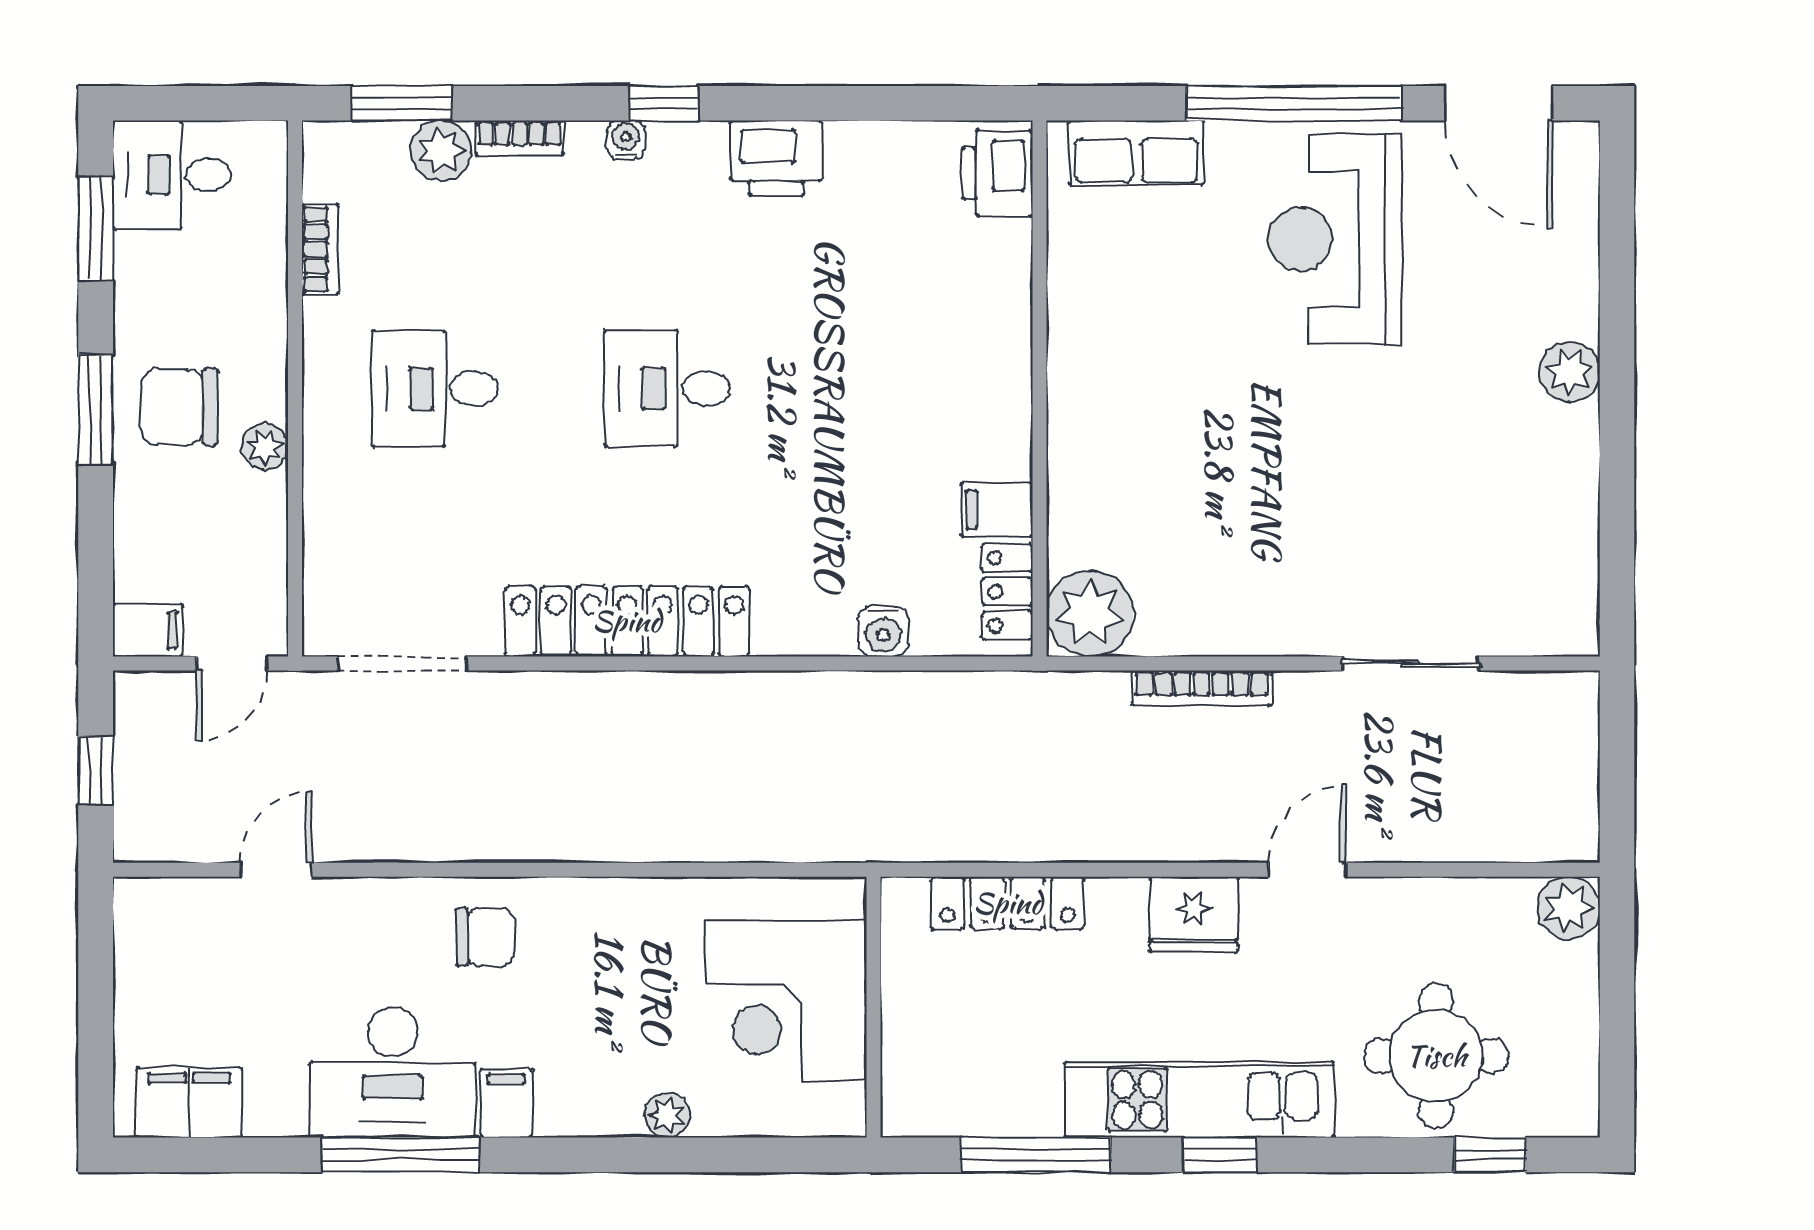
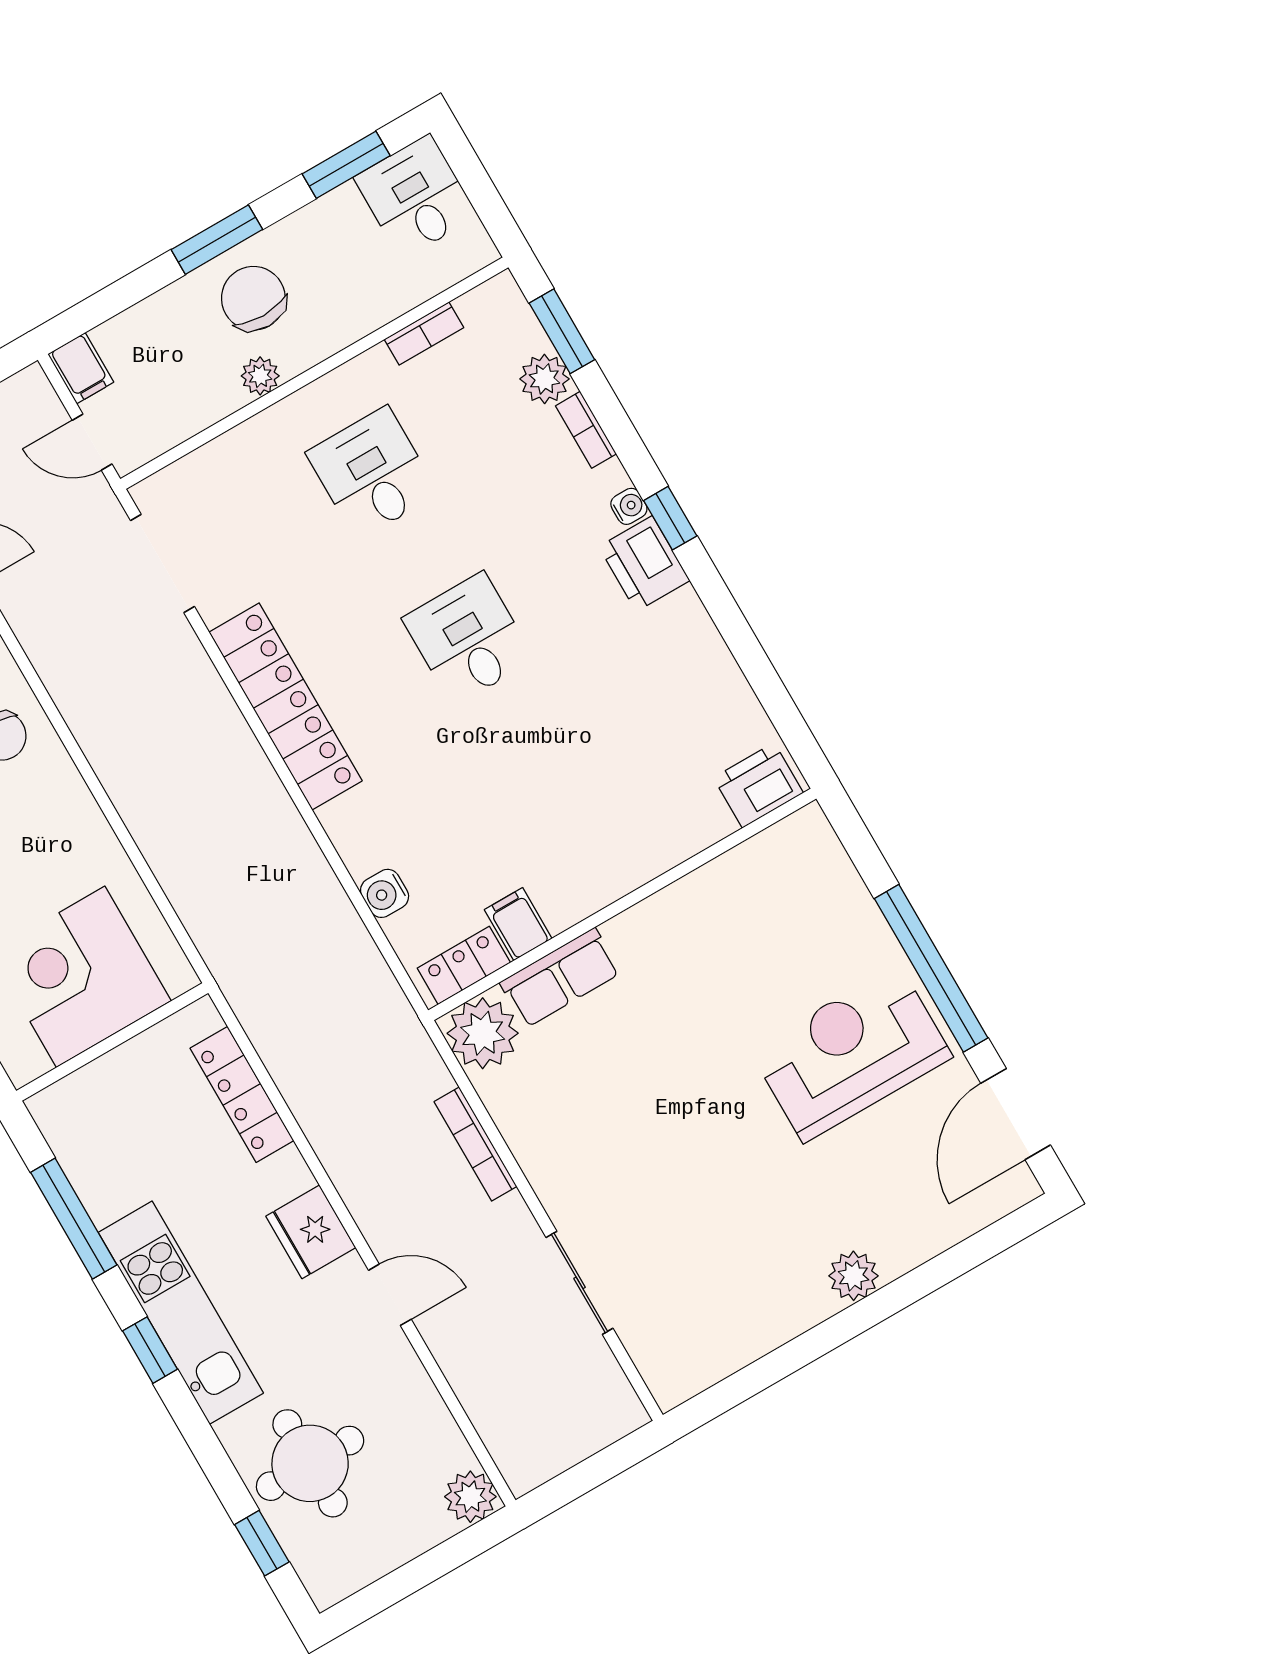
row of seats: (1136, 153) -> (560, 978), moved, turned -90
printer: (776, 158) -> (644, 564), moved

